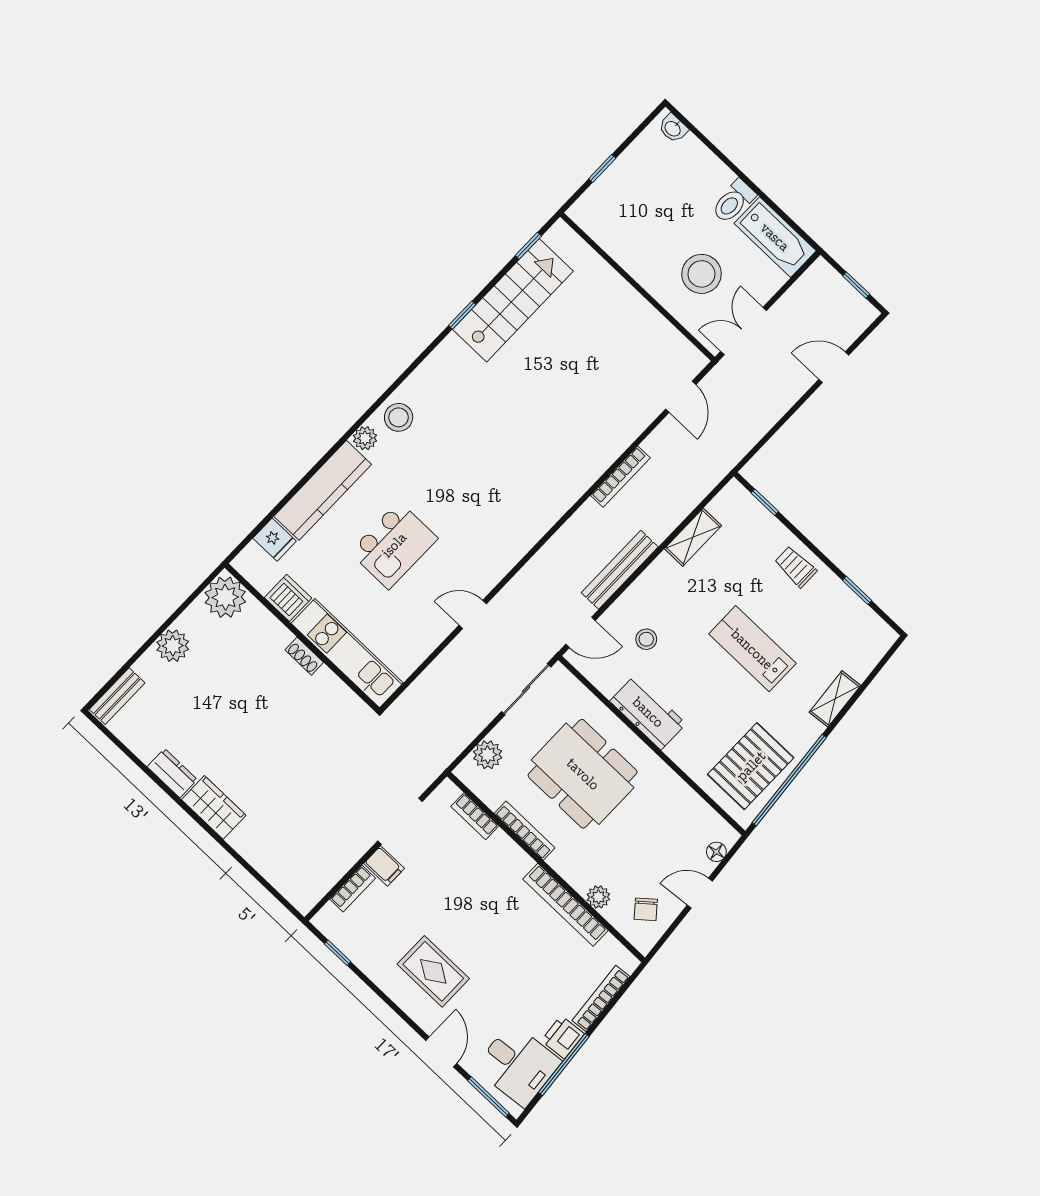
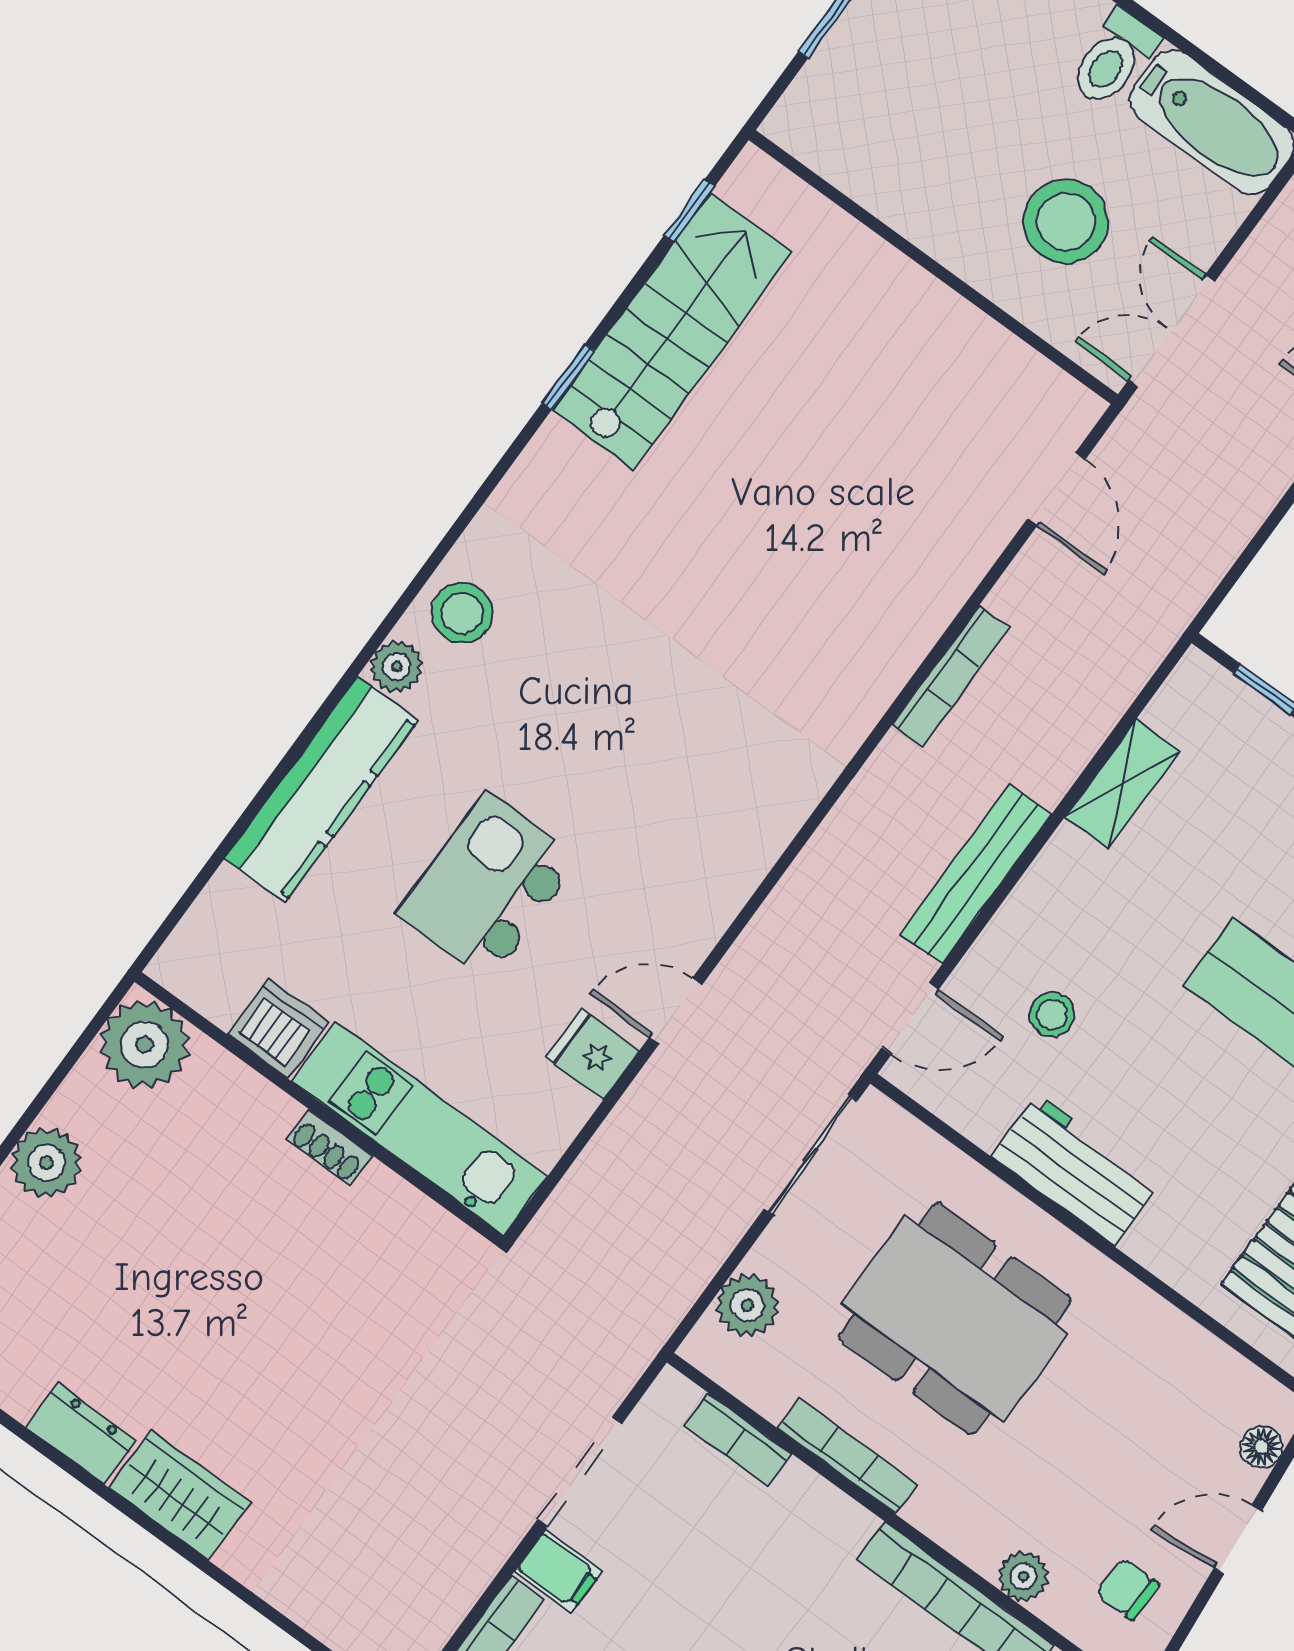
fridge: (275, 540) -> (592, 1054), moved, turned 180
kitchen island: (394, 545) -> (488, 886), turned 180
chair: (646, 909) -> (1128, 1589), turned 130

